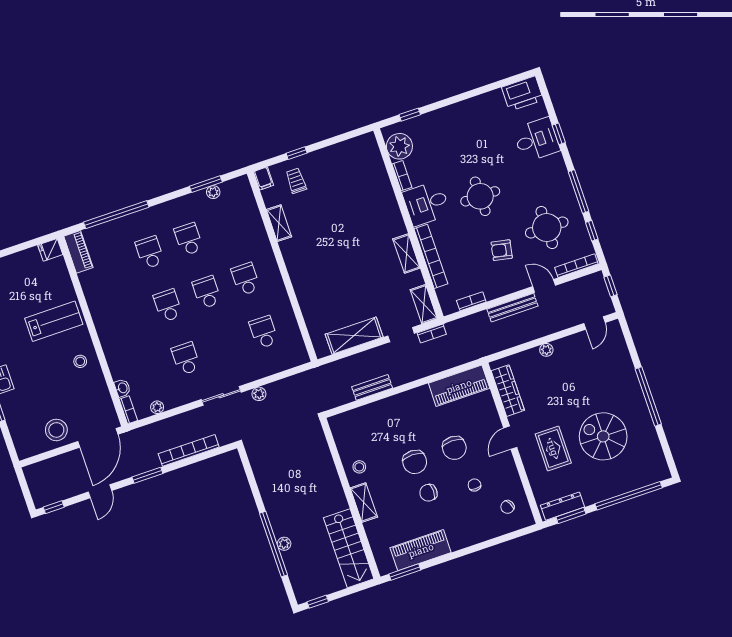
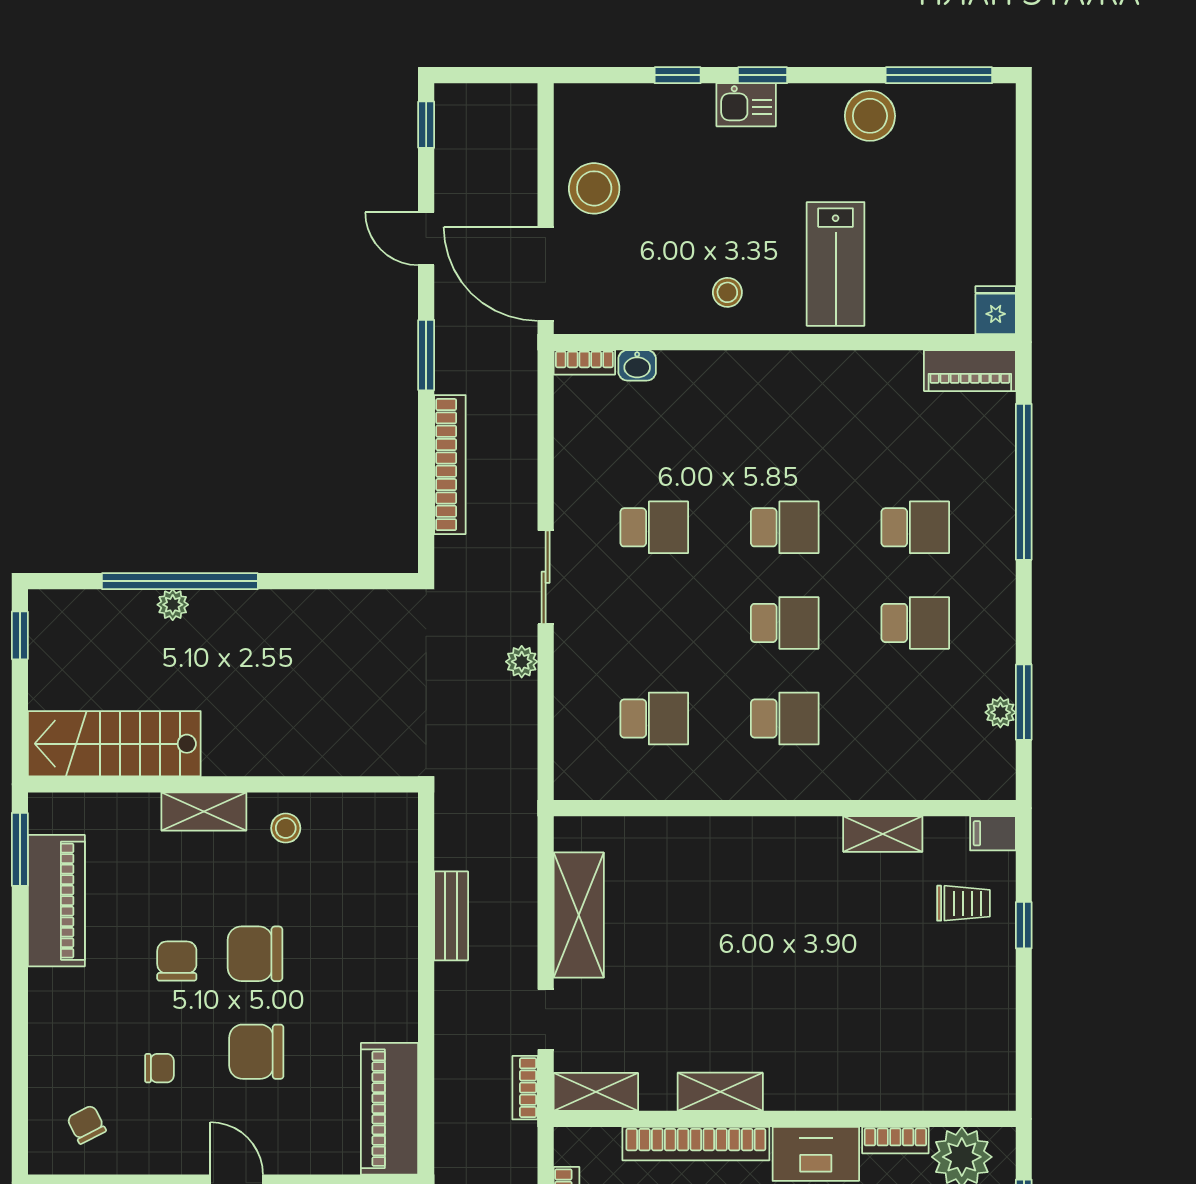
plant: (157, 407) -> (569, 427), removed

